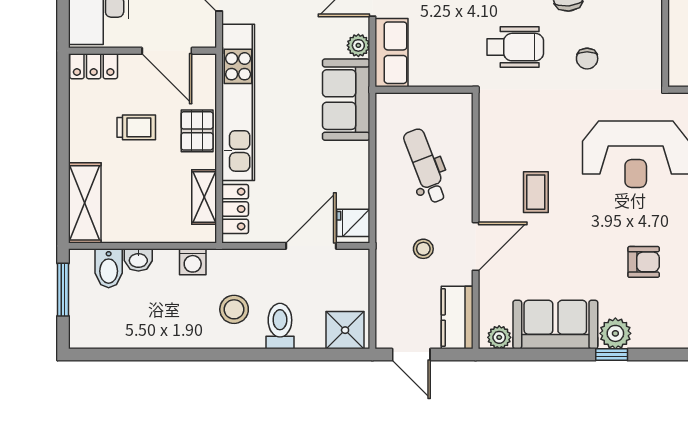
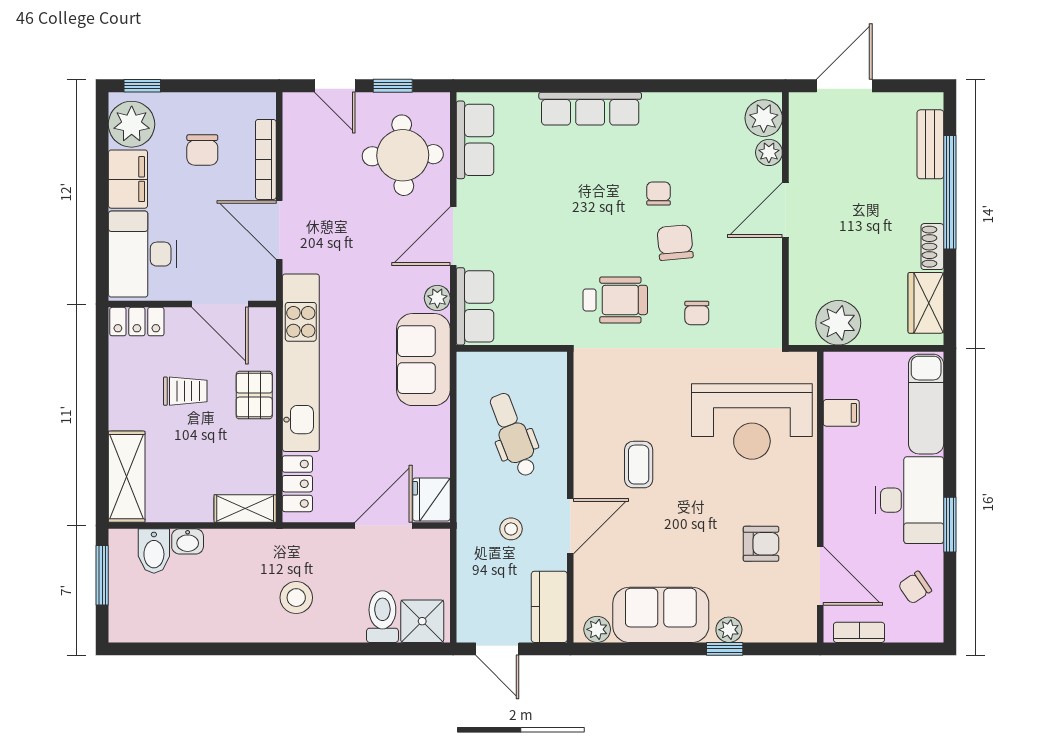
shelving: (204, 197) -> (245, 508), moved, turned 90
fridge: (353, 223) -> (431, 499), width x1.38
washing machine: (193, 262) -> (249, 544), removed
toilet: (280, 326) -> (382, 617), moved
plant: (615, 333) -> (729, 630), width x0.73, depth x0.73

